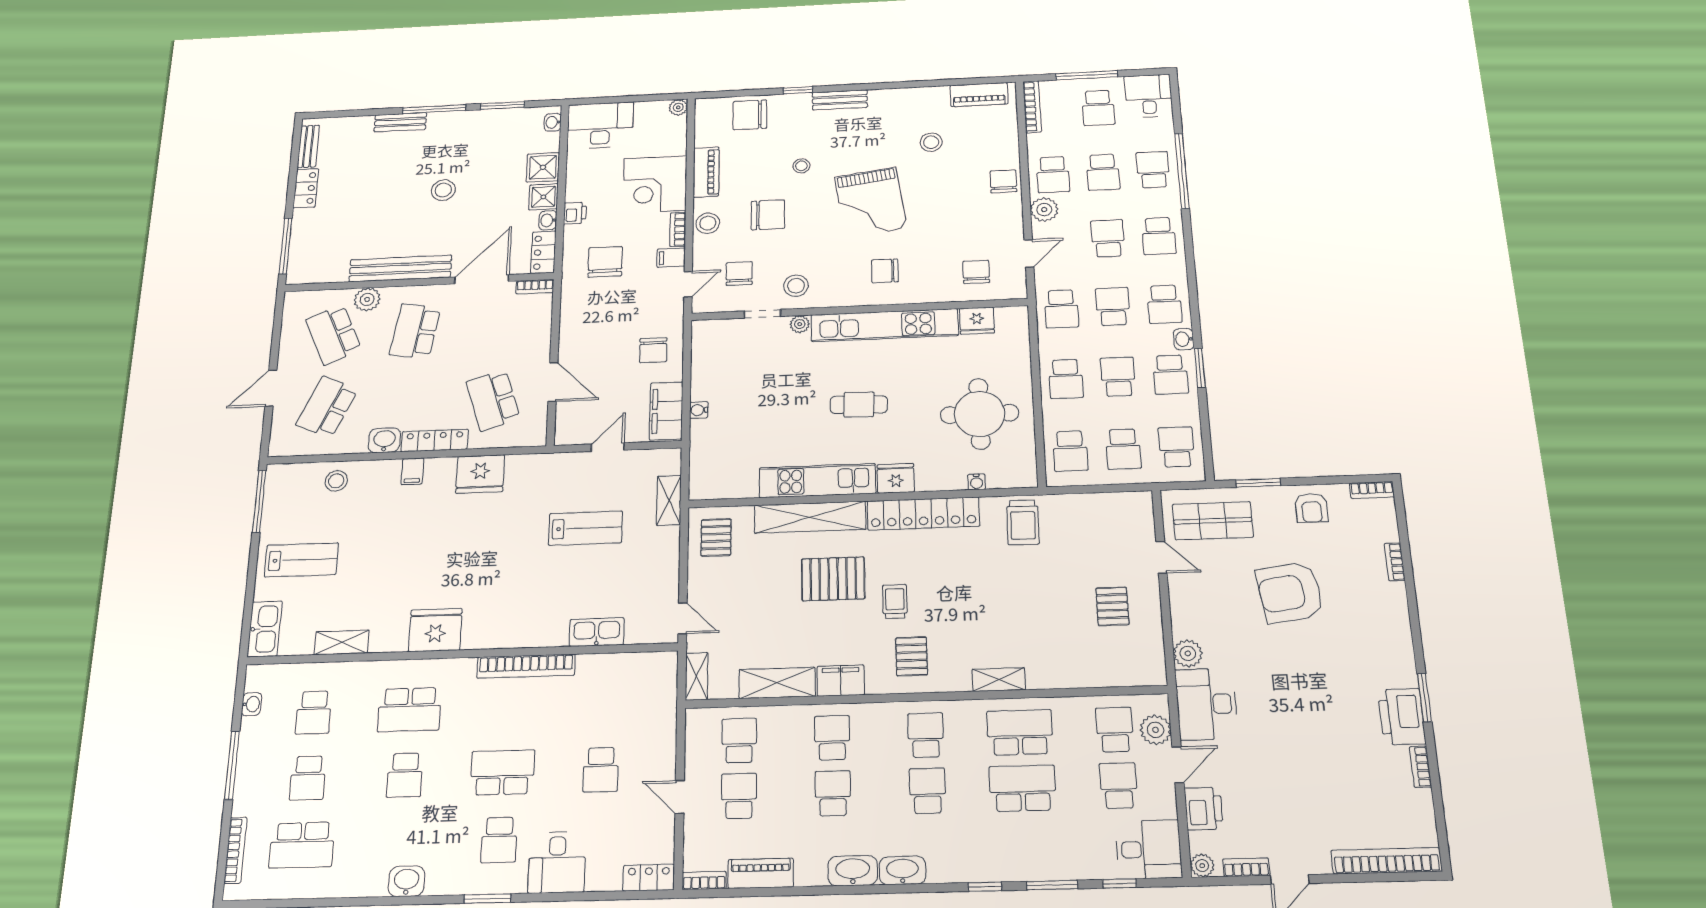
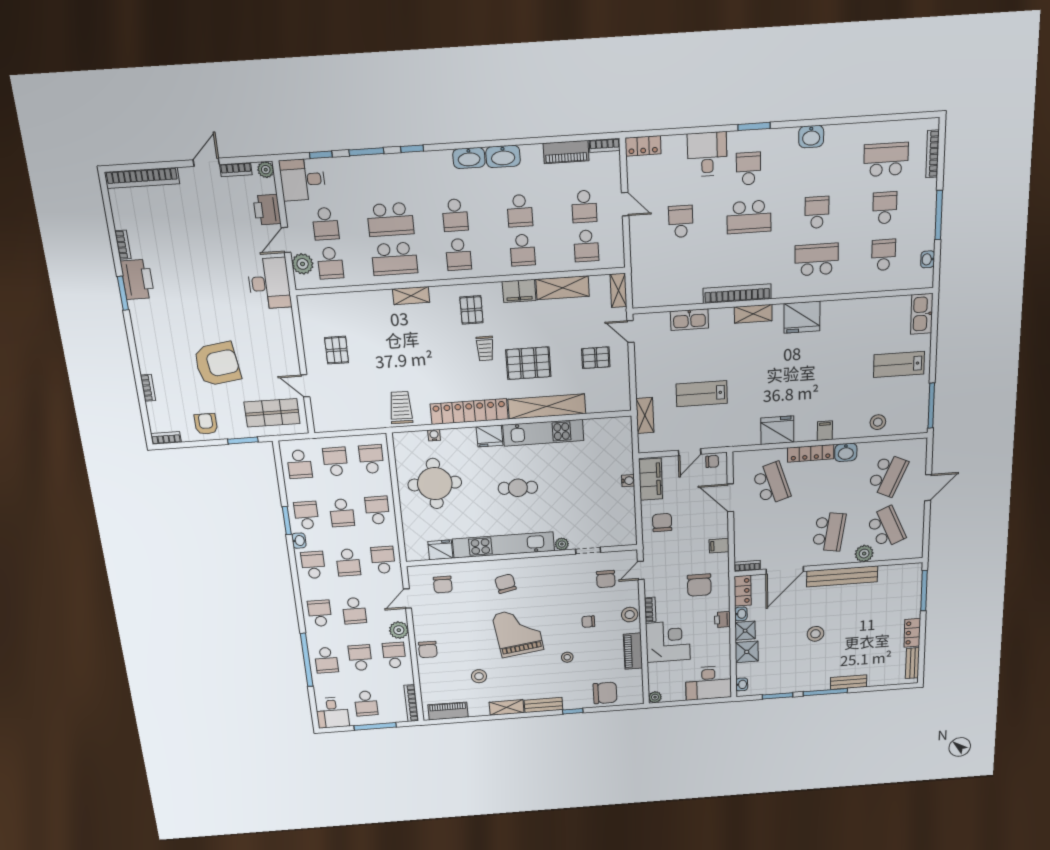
shelving: (894, 98) -> (507, 707), added
school desk: (1098, 108) -> (366, 703), turned 180
chair: (768, 215) -> (588, 622), width x0.54, depth x0.54
filing cabinet: (671, 258) -> (719, 546), moved, turned 180
chair: (885, 271) -> (505, 584), turned -102
stool: (796, 286) -> (566, 571), removed
chair: (576, 433) -> (712, 461), added
pallet: (716, 537) -> (596, 358), moved, turned 90
shelving: (342, 642) -> (753, 314), moved
plant: (1188, 653) -> (284, 319), removed

